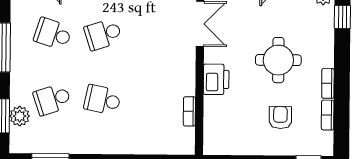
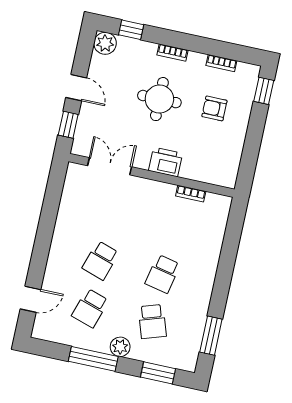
school desk: (103, 34) -> (100, 260), turned 36
bookcase: (328, 83) -> (172, 52), moved
plant: (20, 116) -> (120, 347), moved

